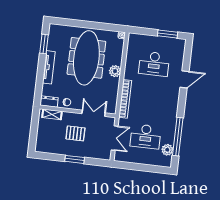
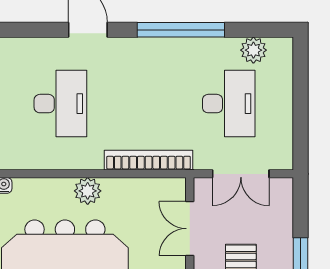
window: (178, 137) -> (181, 30), moved
double door: (115, 138) -> (241, 174), swing flipped

